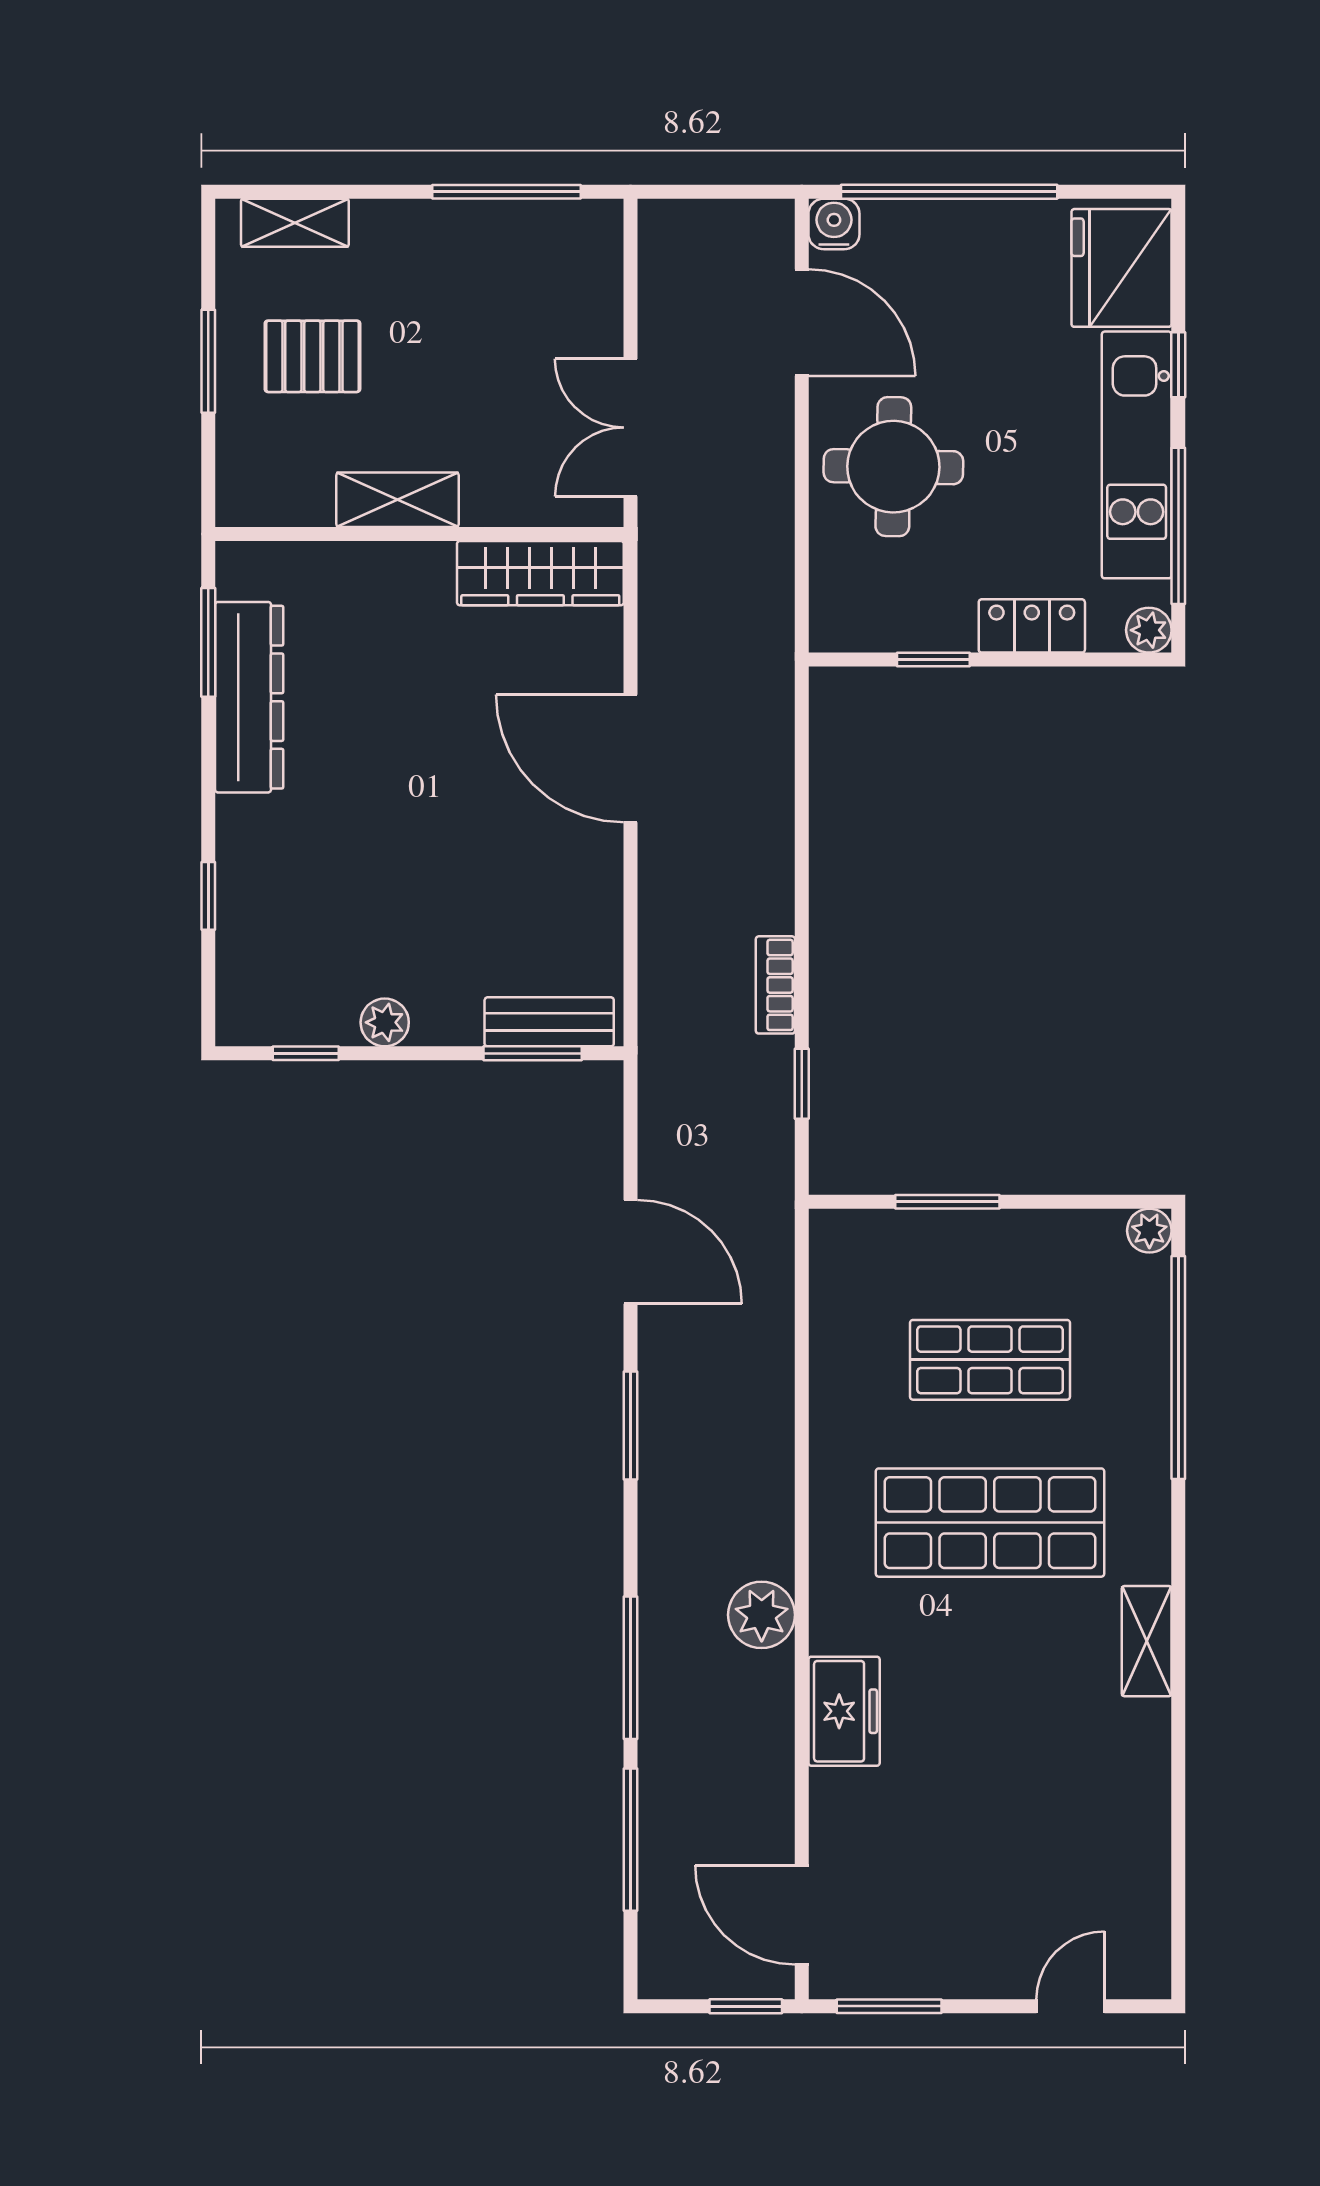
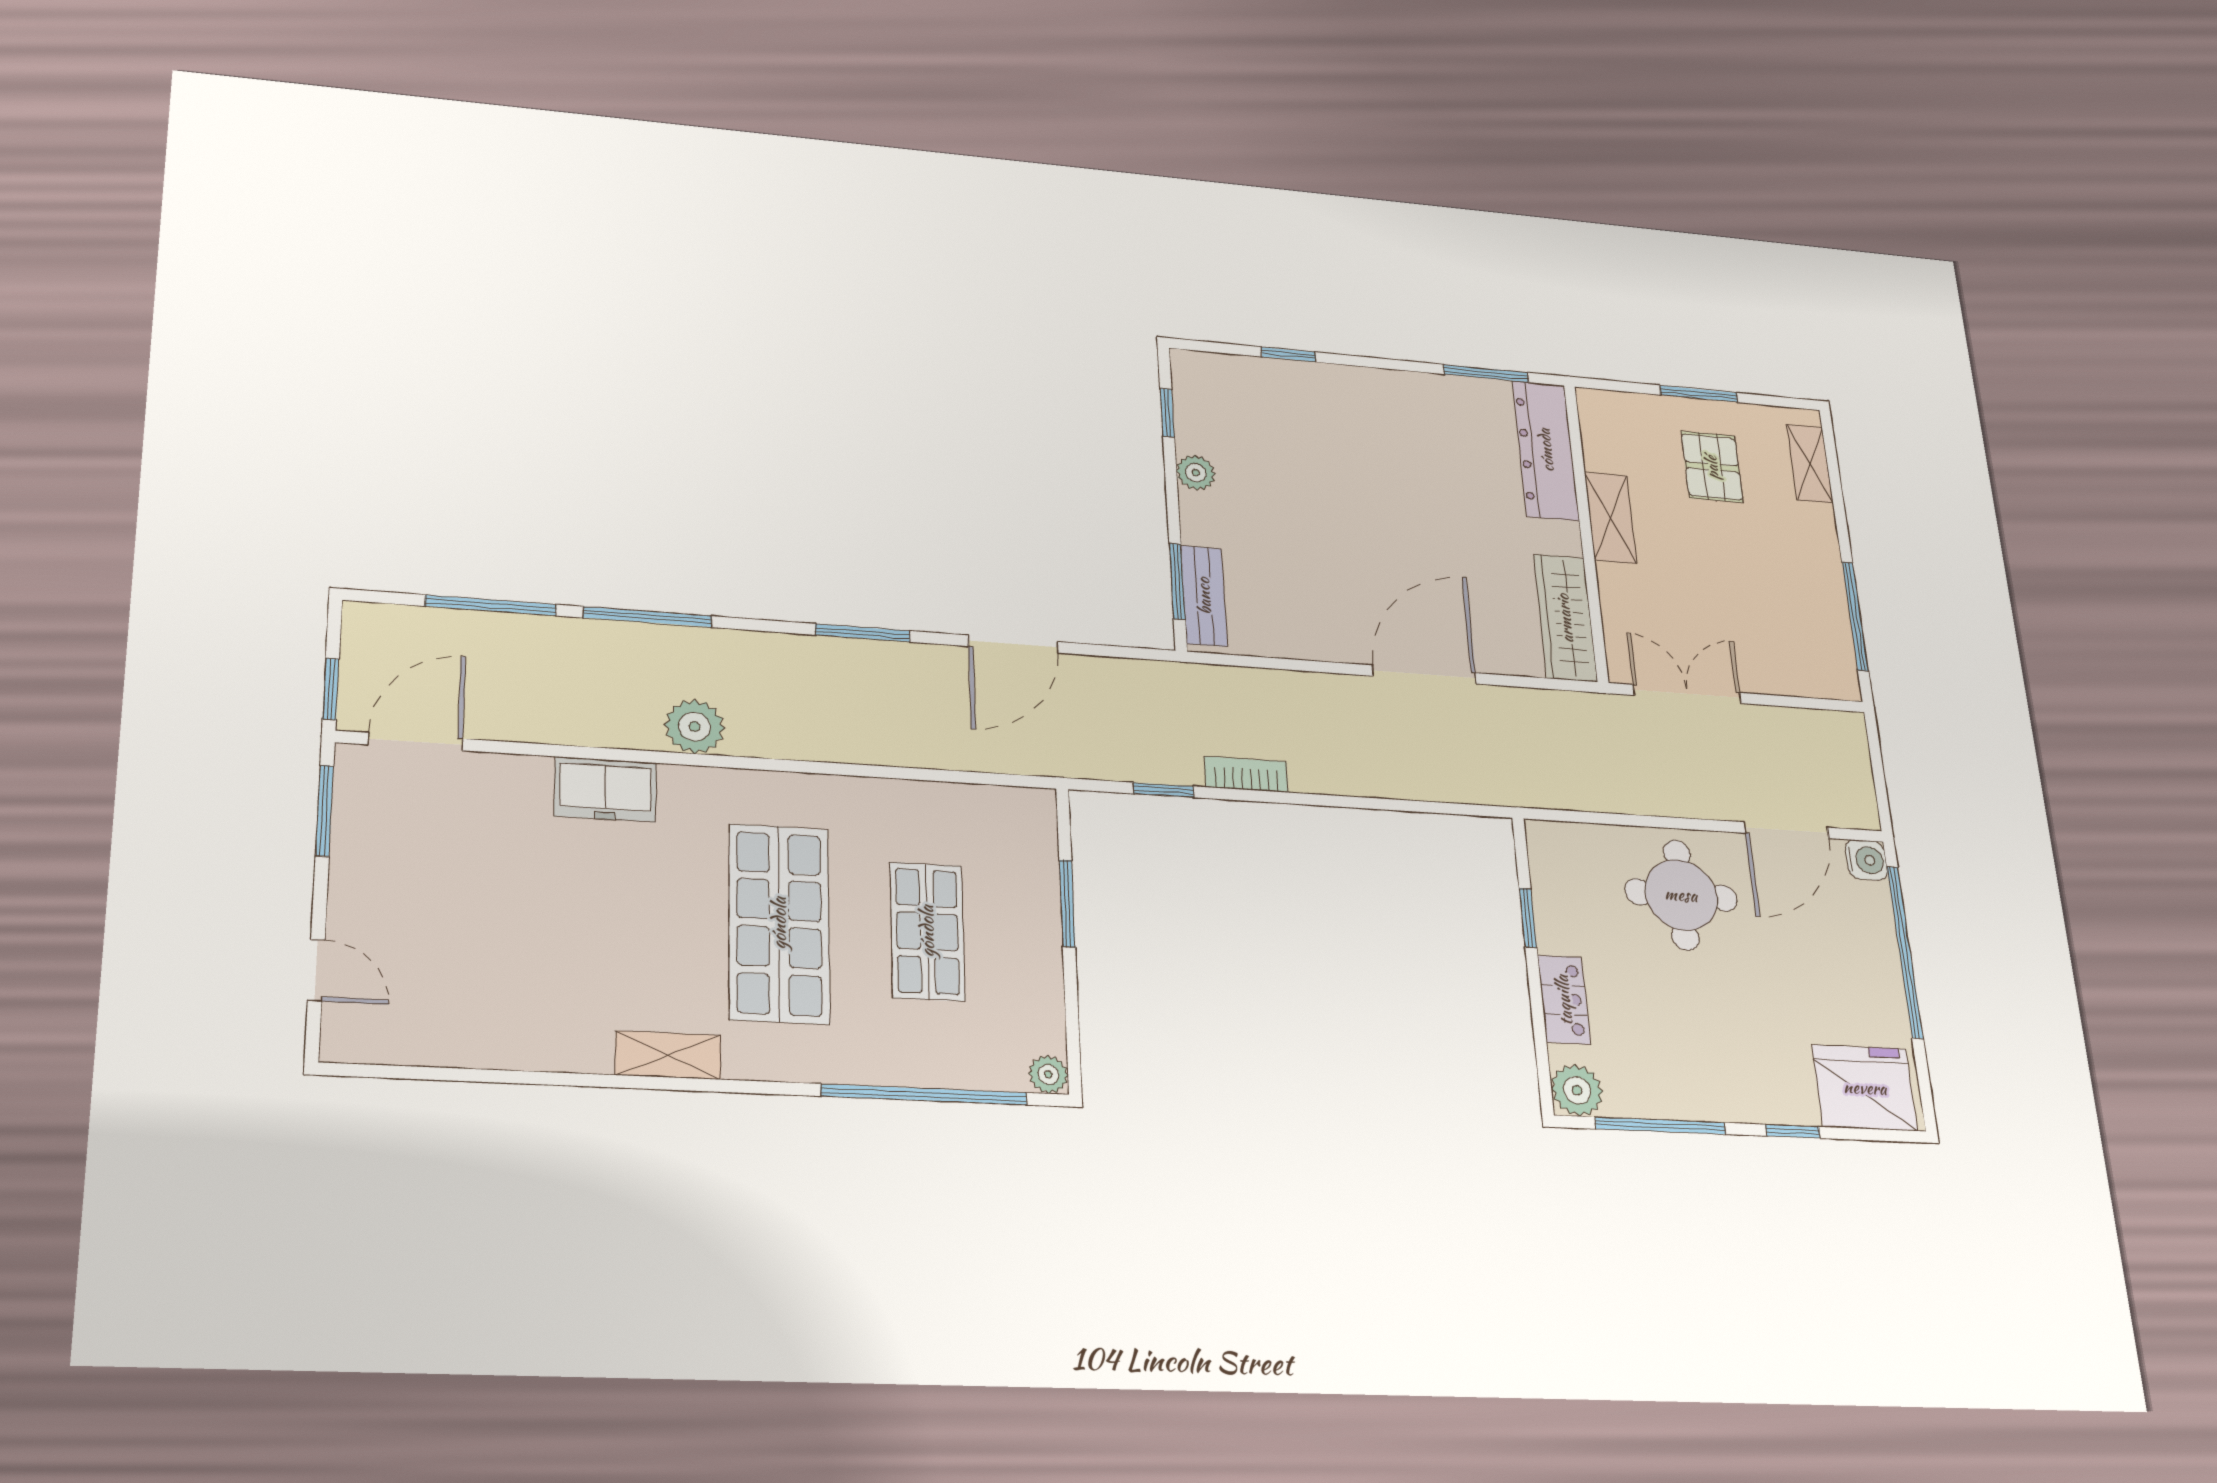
kitchen unit: (1137, 455) -> (1715, 1093), removed
plant: (1149, 630) -> (1577, 1090), width x1.38, depth x1.38
dresser: (249, 697) -> (1546, 450), moved, turned 90

